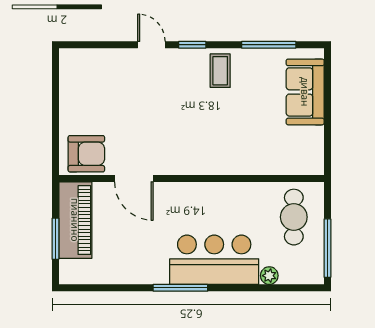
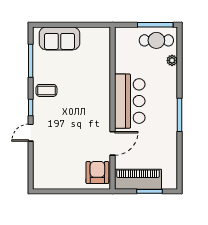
cafe table: (294, 217) -> (156, 40), moved
bar counter: (214, 260) -> (130, 101), moved, turned 180

